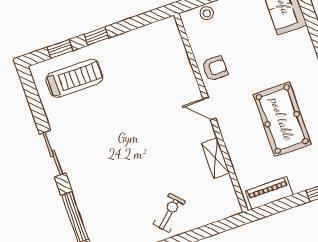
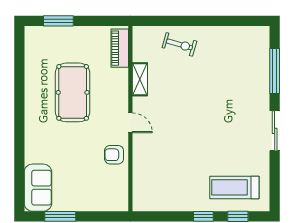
stool: (207, 13) -> (105, 203), removed
piano: (269, 193) -> (120, 48), moved, turned 90
exercise bike: (169, 213) -> (179, 44), moved, turned -121

